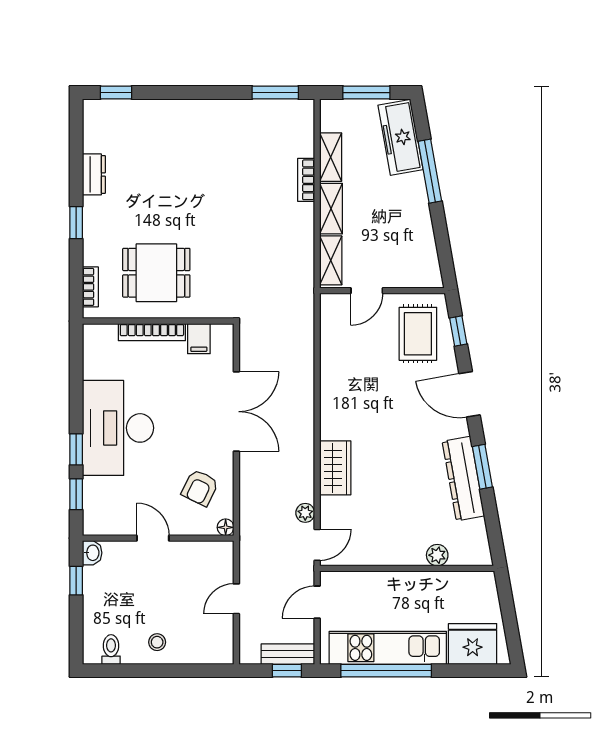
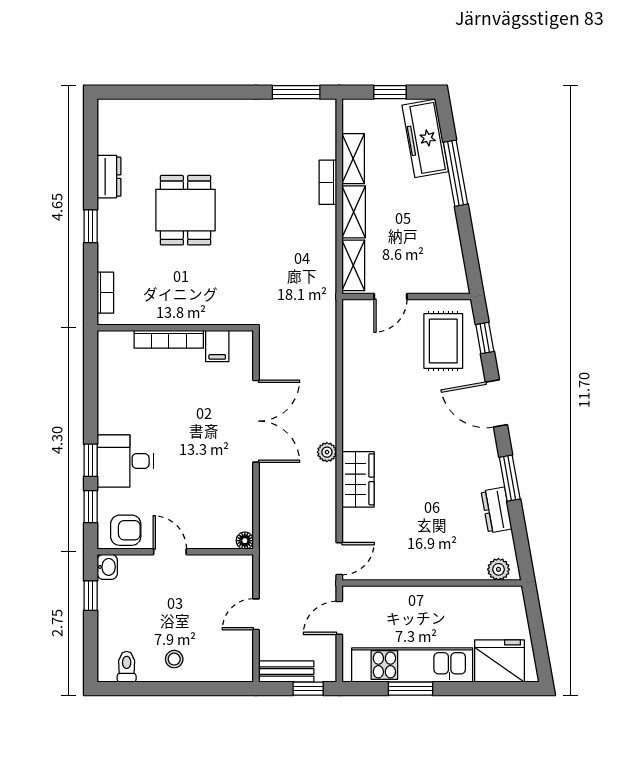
window: (116, 93) -> (132, 92), removed
window: (366, 93) -> (390, 92), width x0.67
dining table: (156, 273) -> (185, 210), moved, turned 90
desk: (118, 428) -> (125, 461), width x0.53, depth x0.77
dresser: (463, 479) -> (497, 510), width x0.51, depth x0.80
armchair: (200, 488) -> (126, 530), moved, turned -116
plant: (305, 513) -> (327, 452), moved
plant: (437, 555) -> (499, 569), moved
bench: (288, 654) -> (286, 671), moved
window: (386, 671) -> (410, 689), width x0.47

